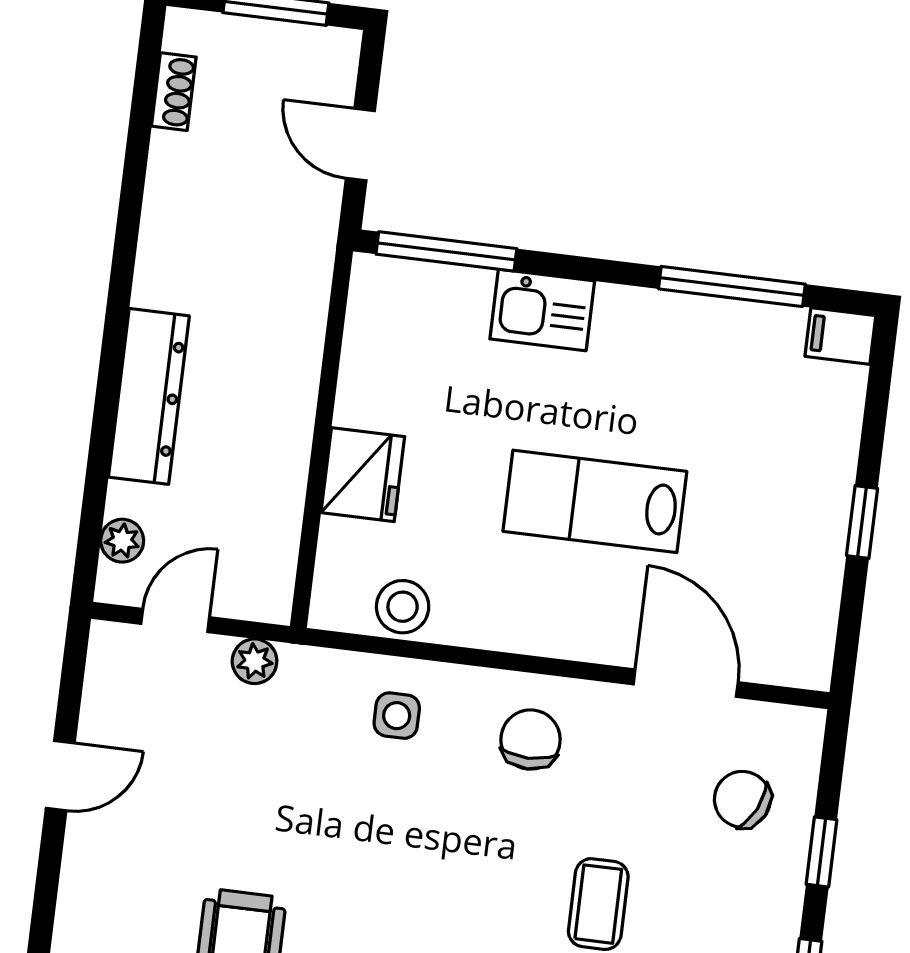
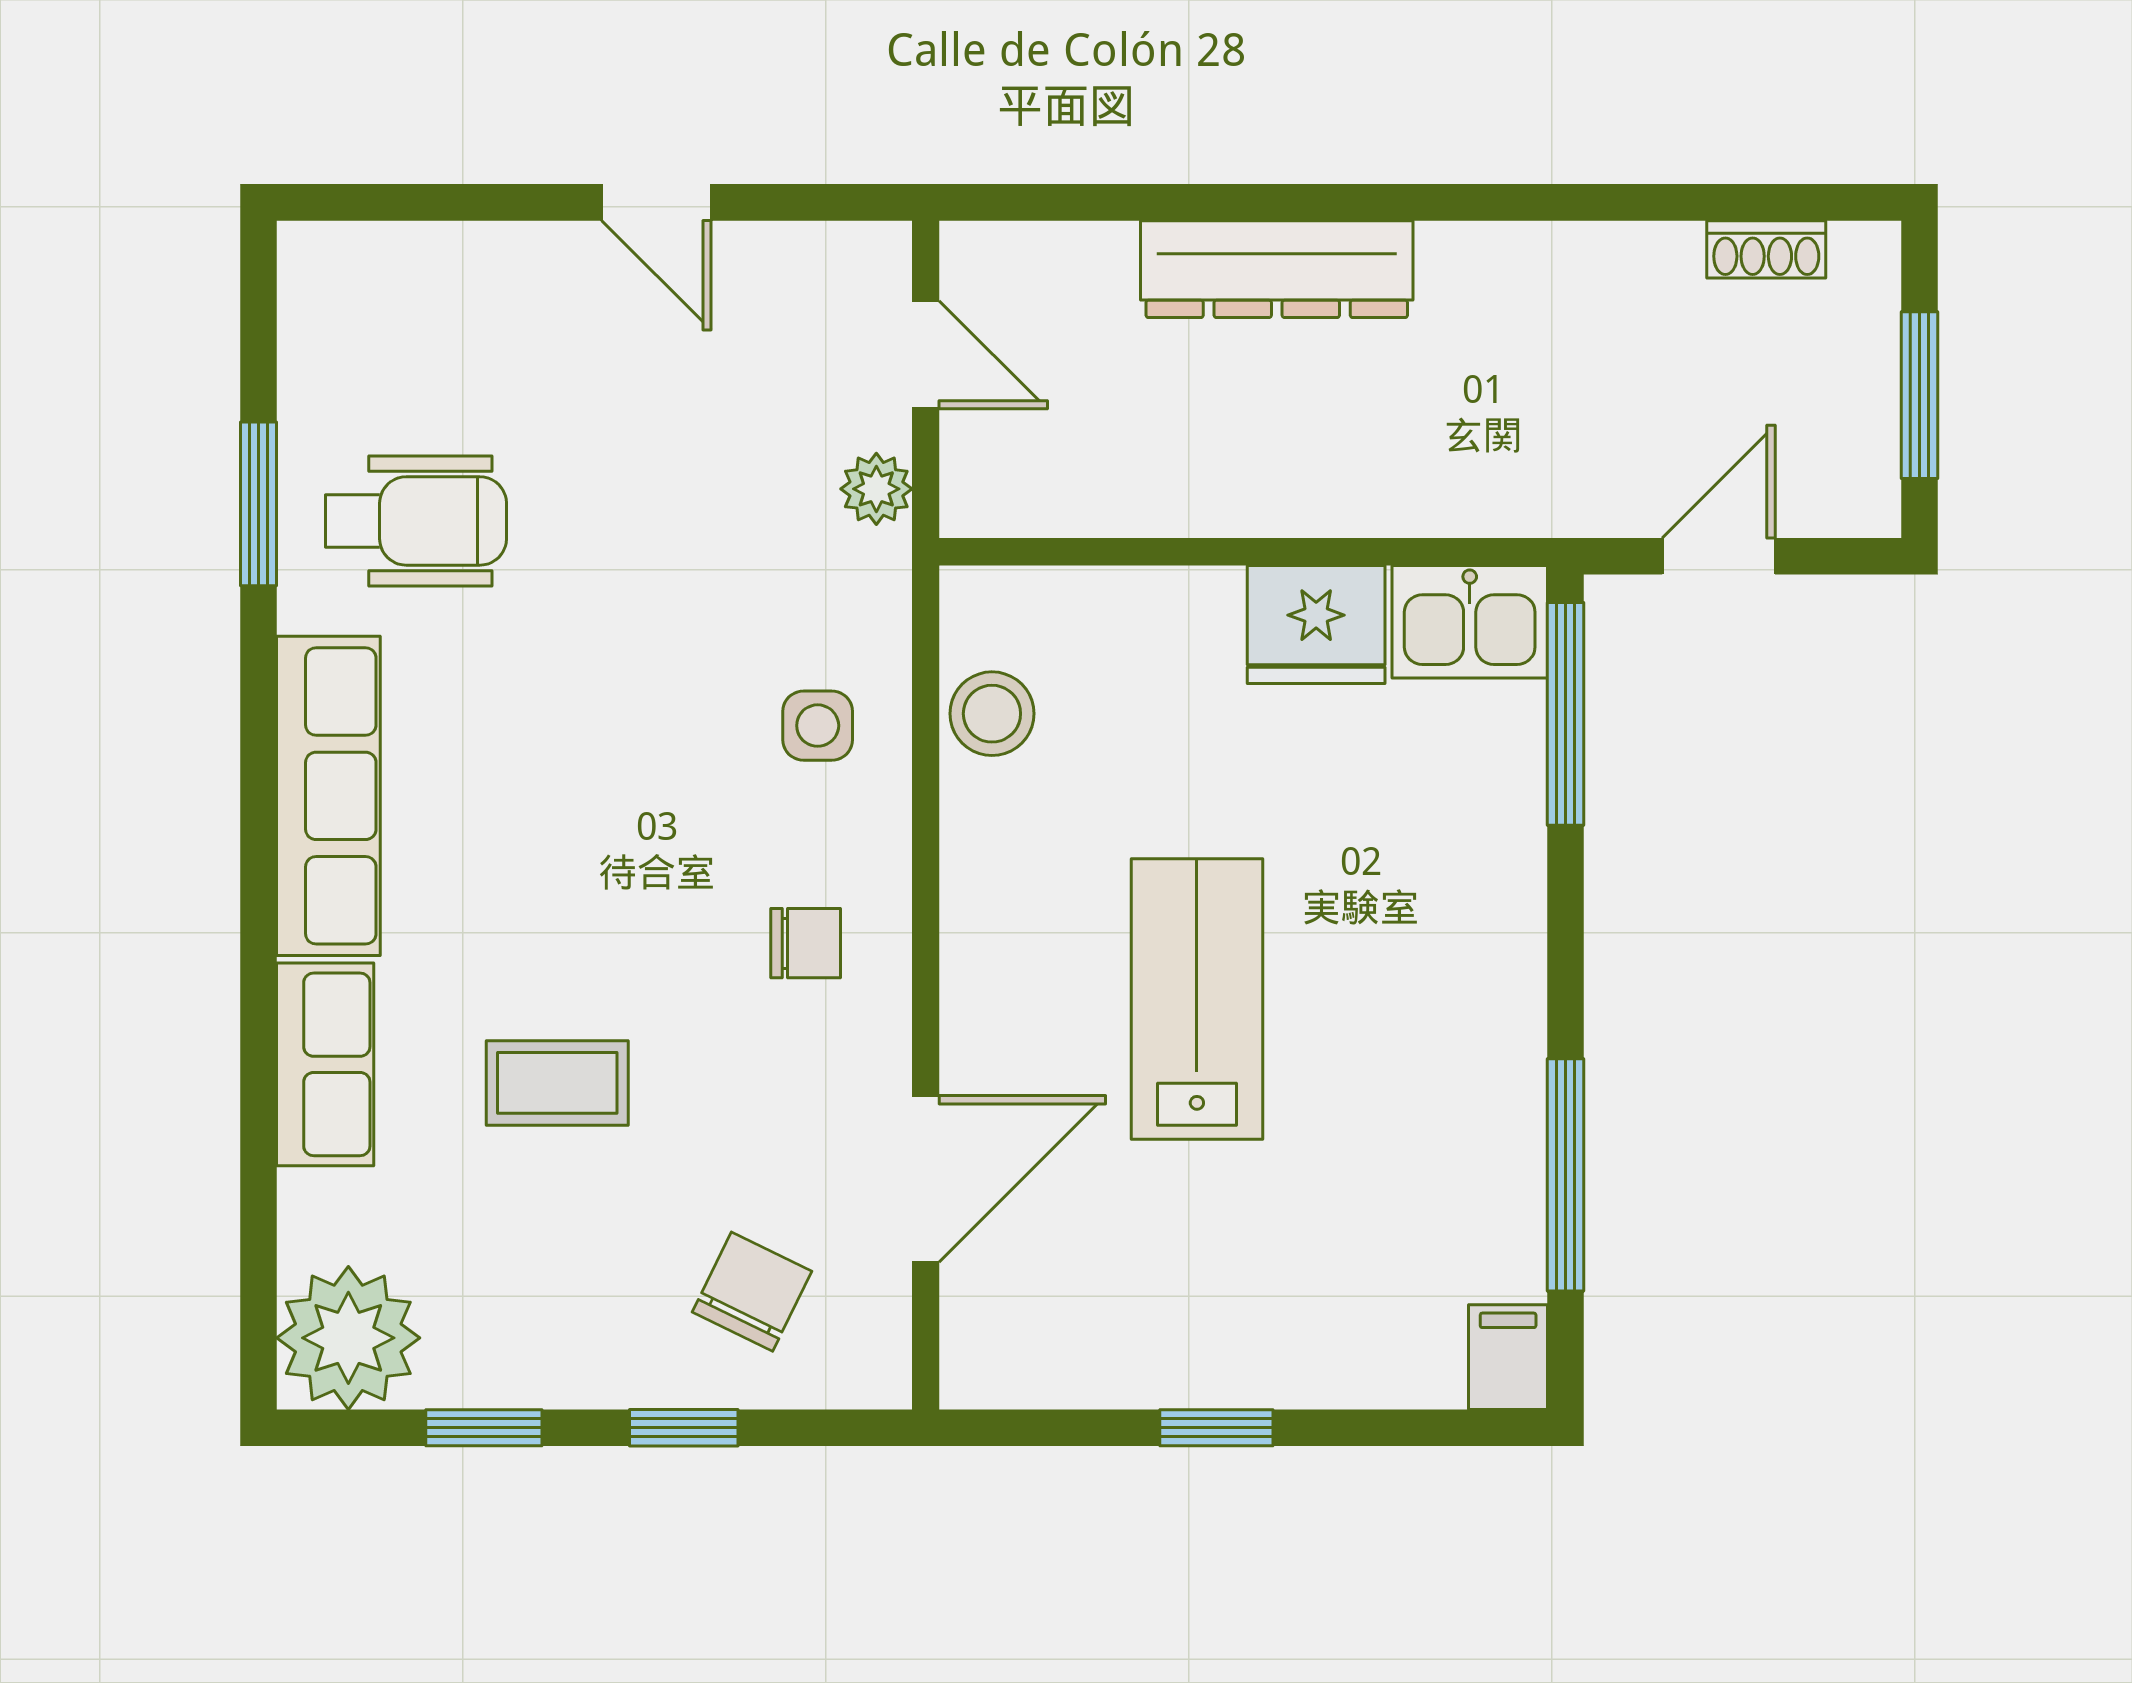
kitchen sink: (542, 310) -> (1470, 622), moved, turned -90
fridge: (363, 475) -> (1316, 625), moved
plant: (122, 541) -> (1042, 255), removed
chair: (531, 740) -> (806, 943), width x0.73, depth x0.73

